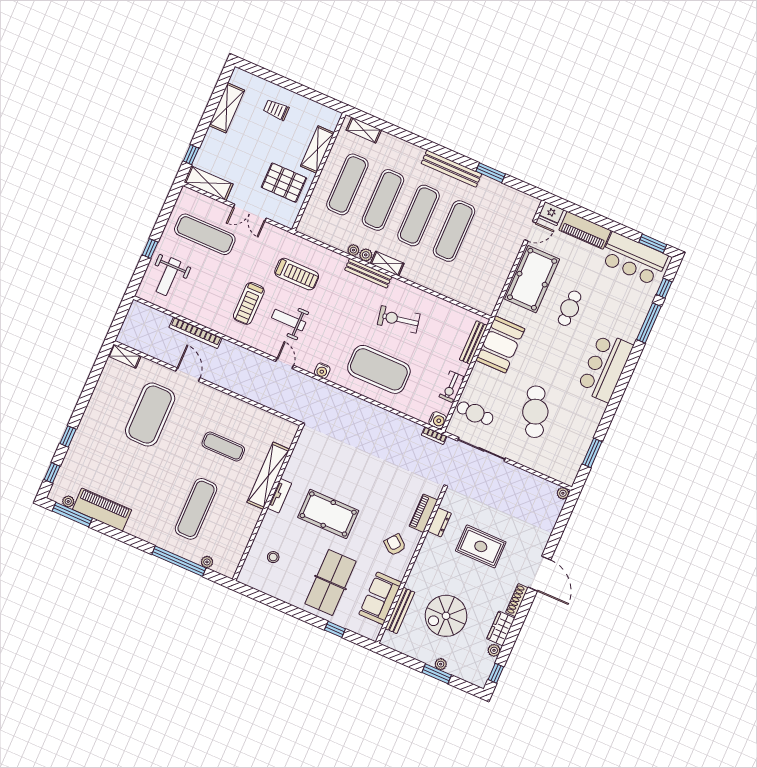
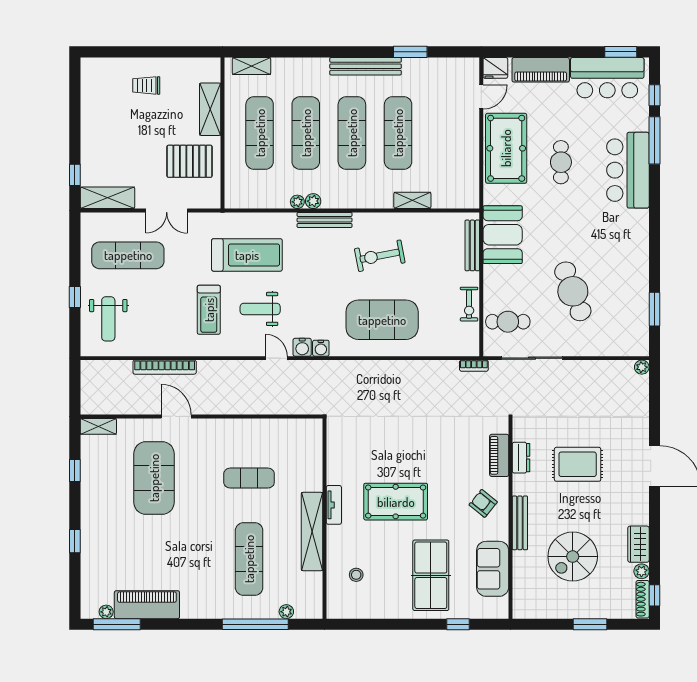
shelving: (227, 108) -> (91, 107), removed
shelving: (387, 264) -> (412, 200), moved
treadmill: (297, 274) -> (247, 255), width x1.37, depth x1.38
bar counter: (605, 367) -> (628, 170), moved
water cooler: (438, 420) -> (302, 347), moved, turned 90
window: (52, 473) -> (75, 471), moved
shelving: (268, 476) -> (312, 532), moved
shoe rack: (517, 600) -> (643, 599), moved
bench: (400, 610) -> (520, 523), moved
plant: (441, 664) -> (590, 612), removed

